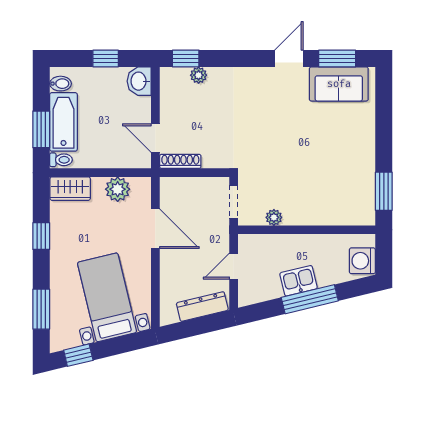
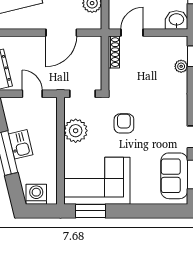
armchair: (272, 148) -> (124, 123), added
corner sofa: (345, 183) -> (97, 181), added
plant: (274, 217) -> (76, 131), width x1.87, depth x1.87

